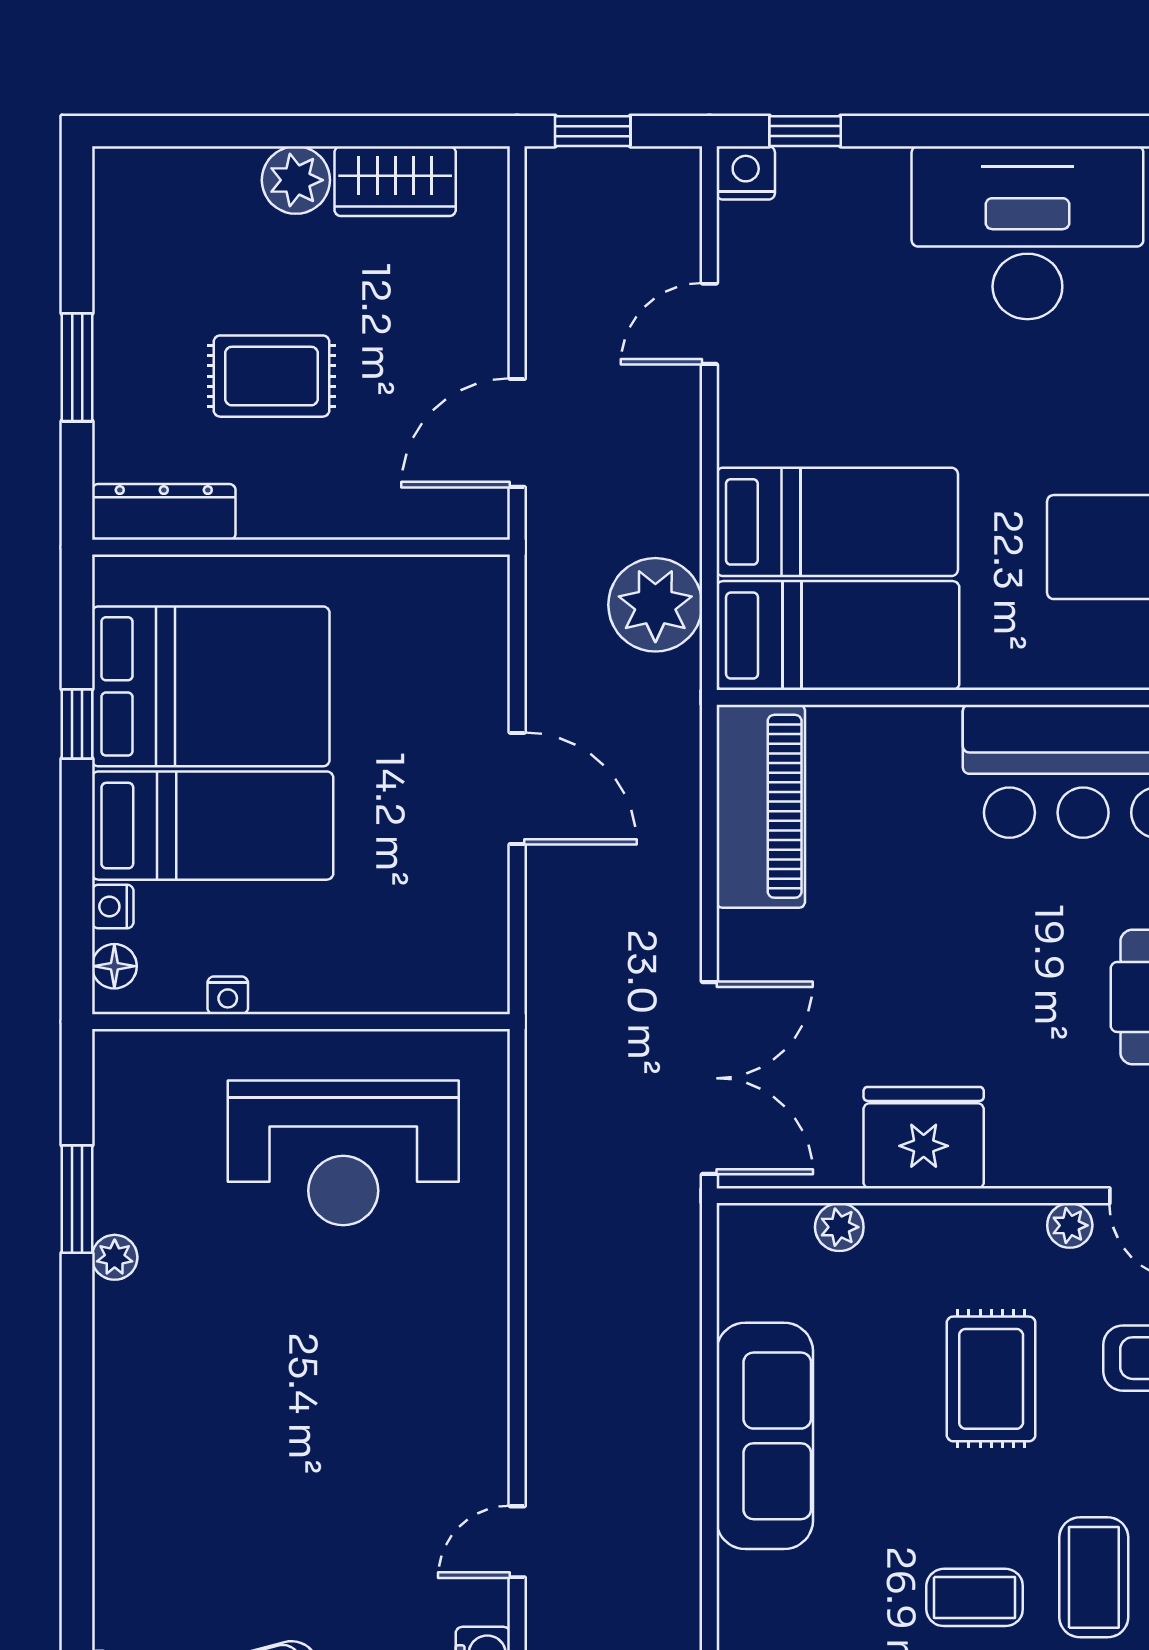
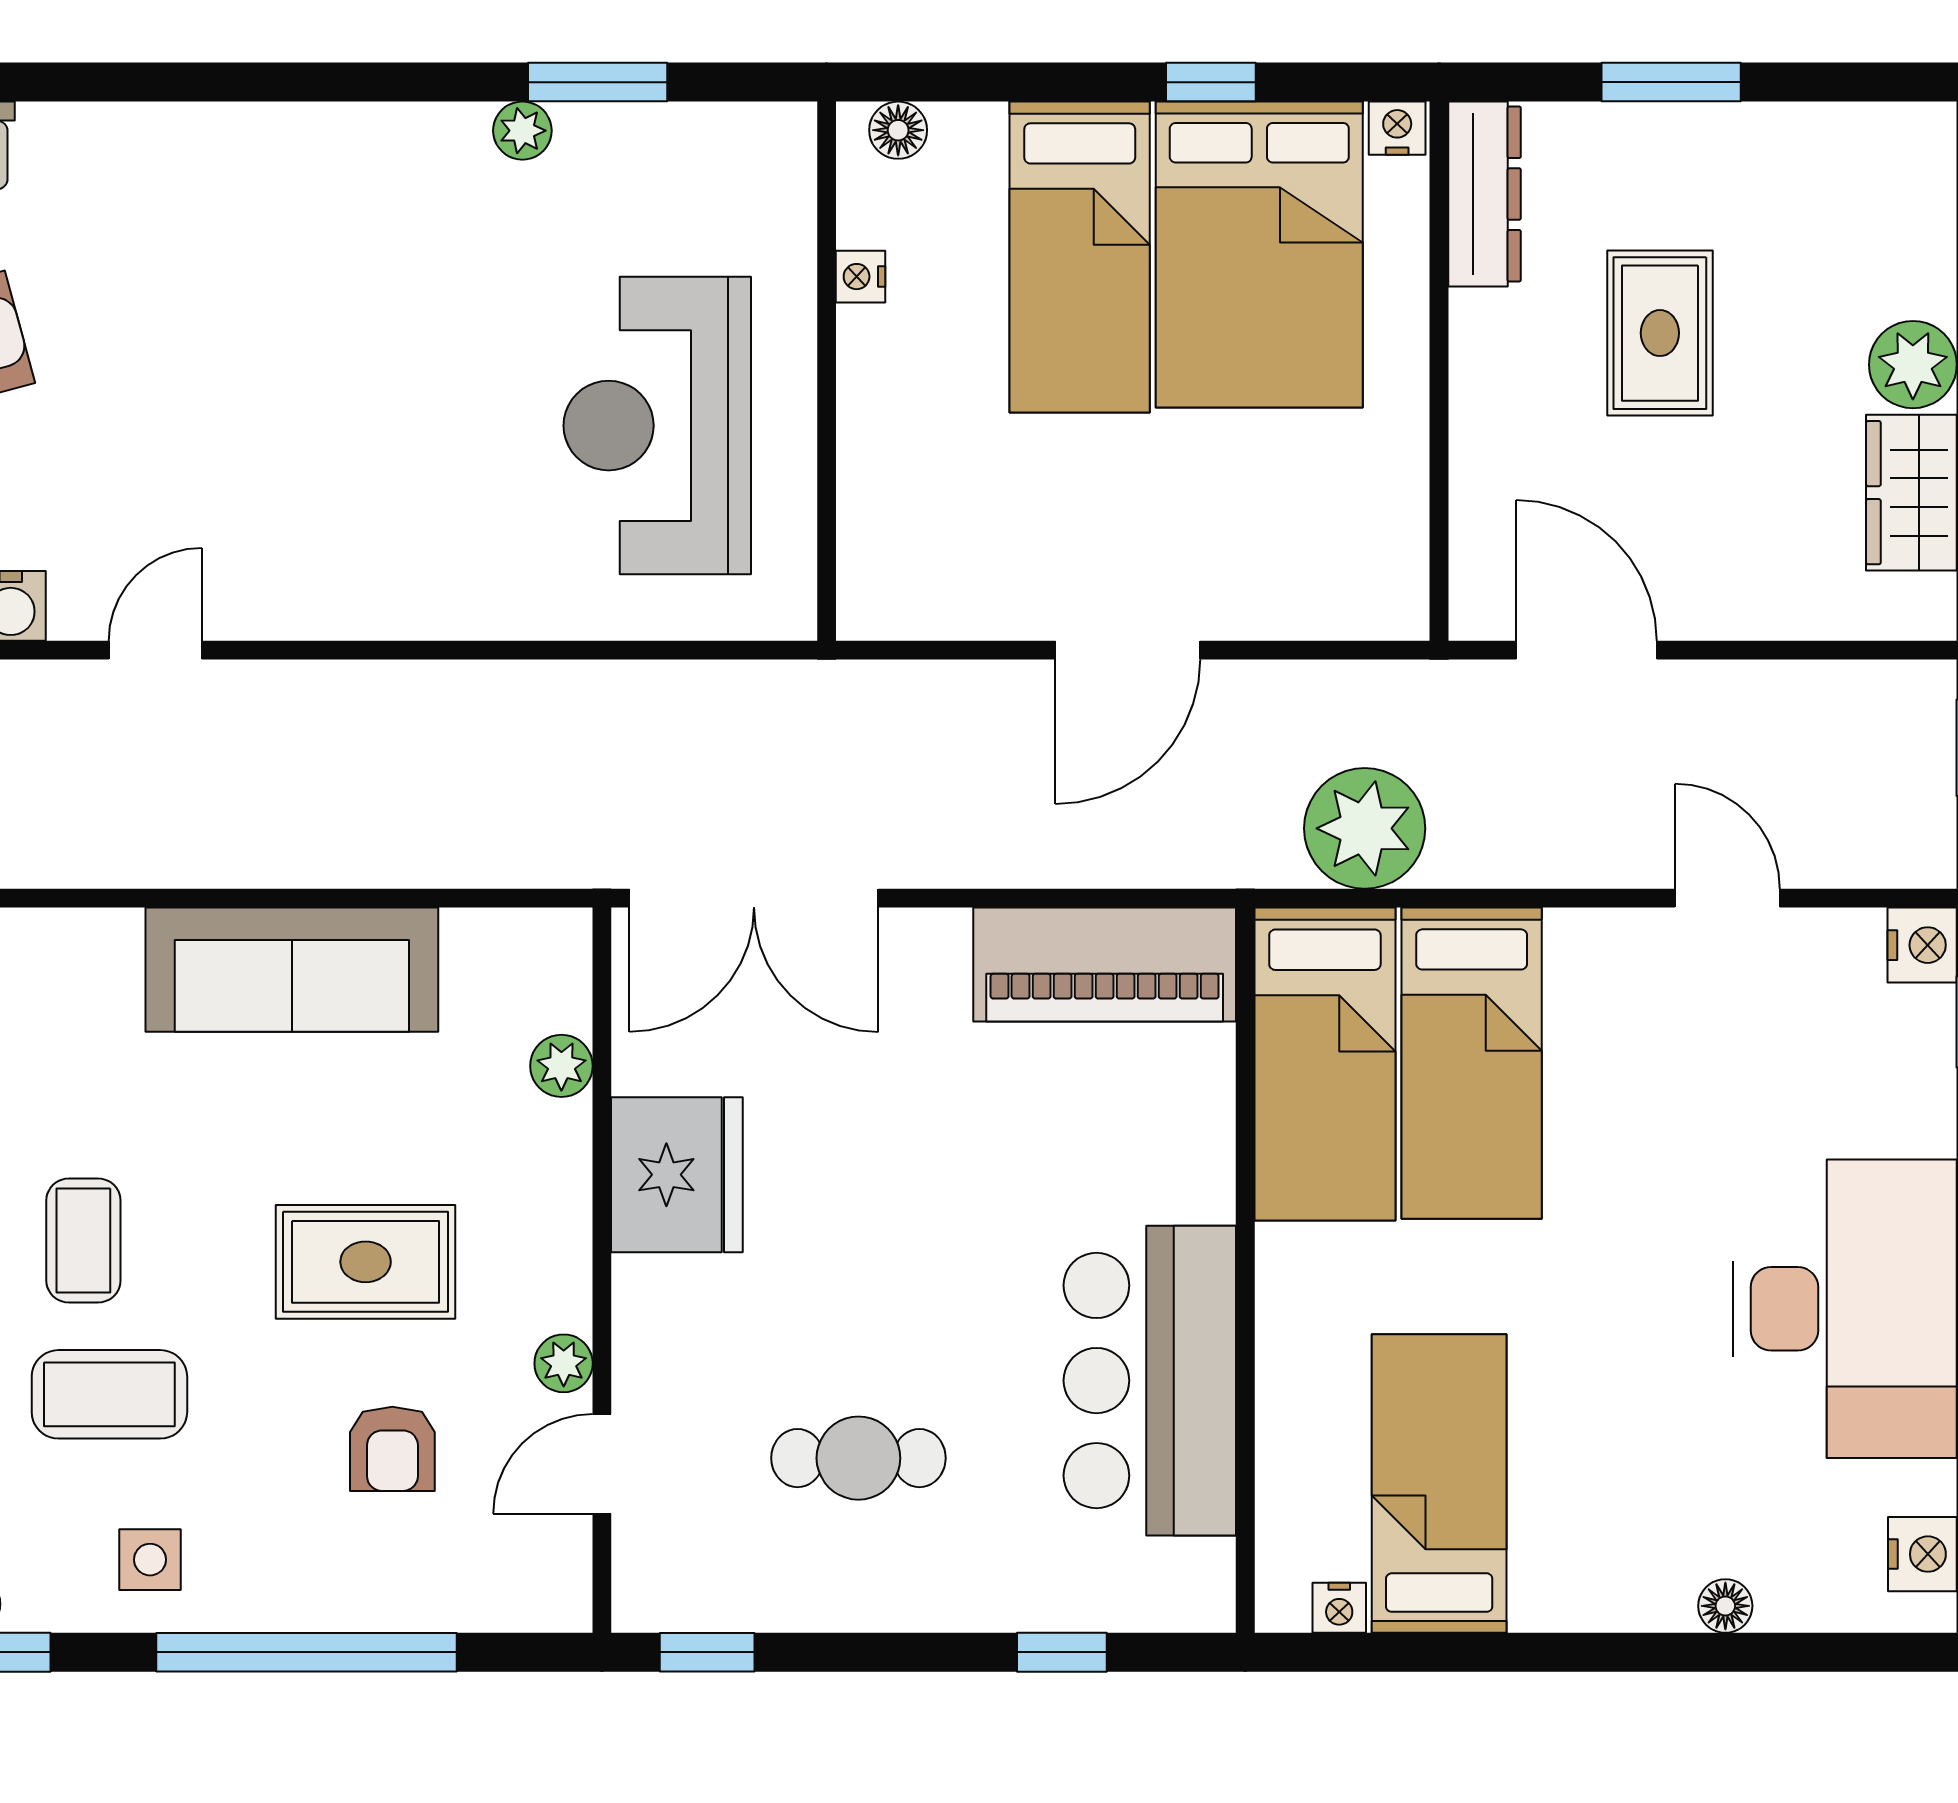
nightstand: (113, 907) -> (1397, 128), moved
door: (517, 1542) -> (155, 650), hinge flipped

